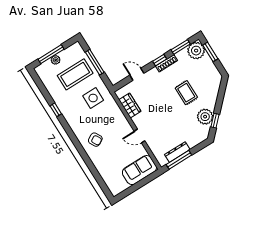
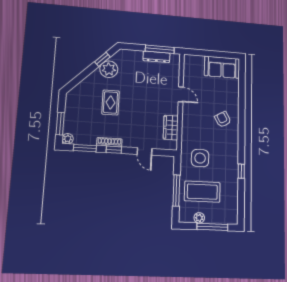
plant: (196, 51) -> (68, 139), width x0.53, depth x0.53
plant: (56, 60) -> (199, 218), moved
sofa: (139, 170) -> (222, 67), moved

